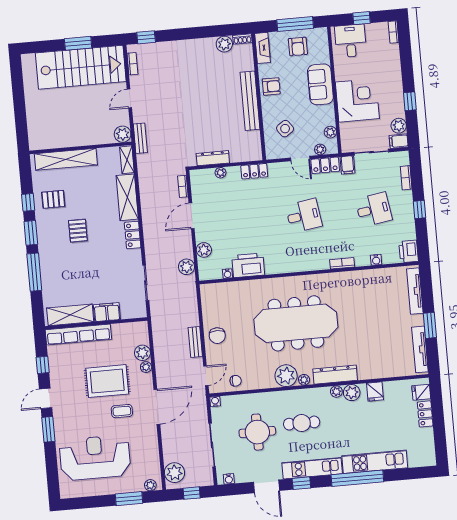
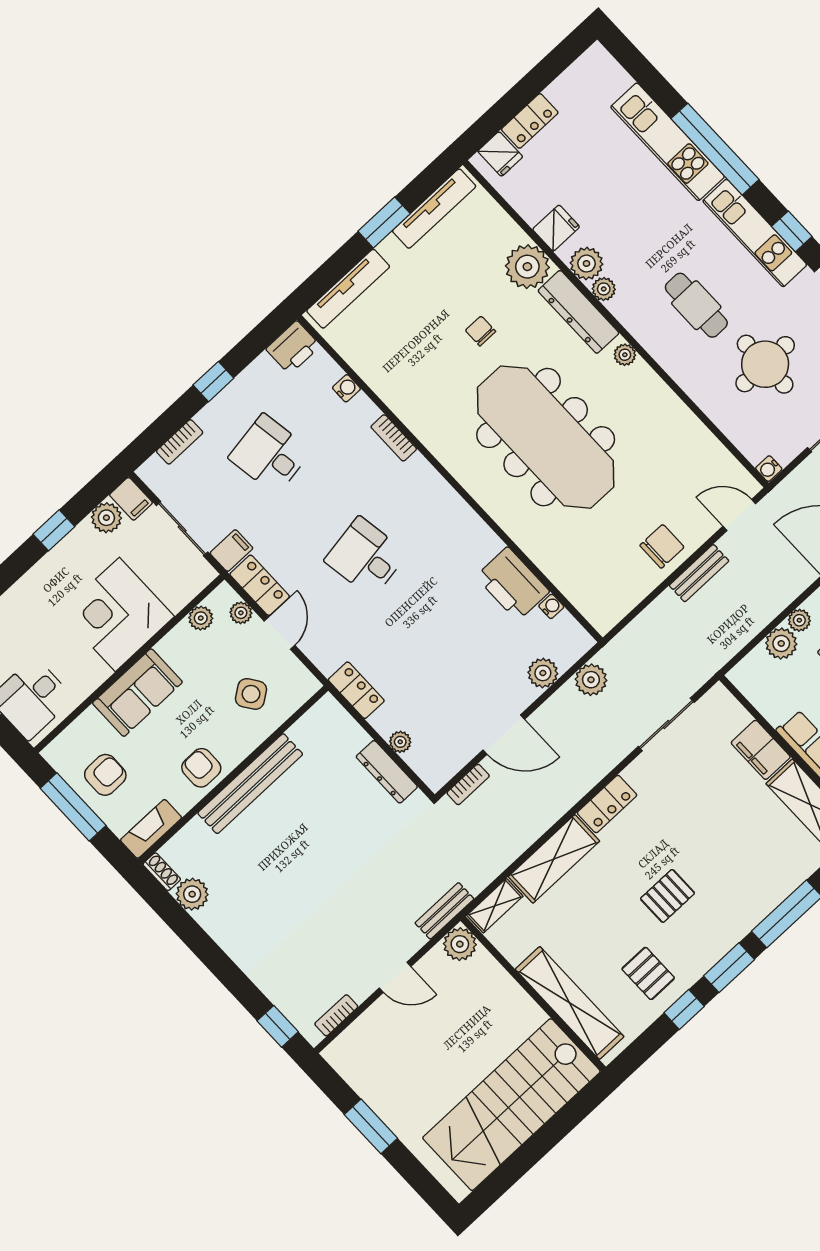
stairs: (81, 67) -> (511, 1105), moved, turned -90
plant: (286, 376) -> (527, 267), moved
chair: (236, 381) -> (480, 331), moved

